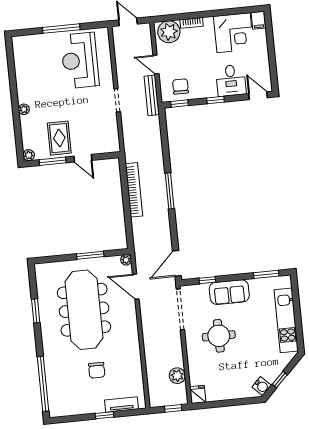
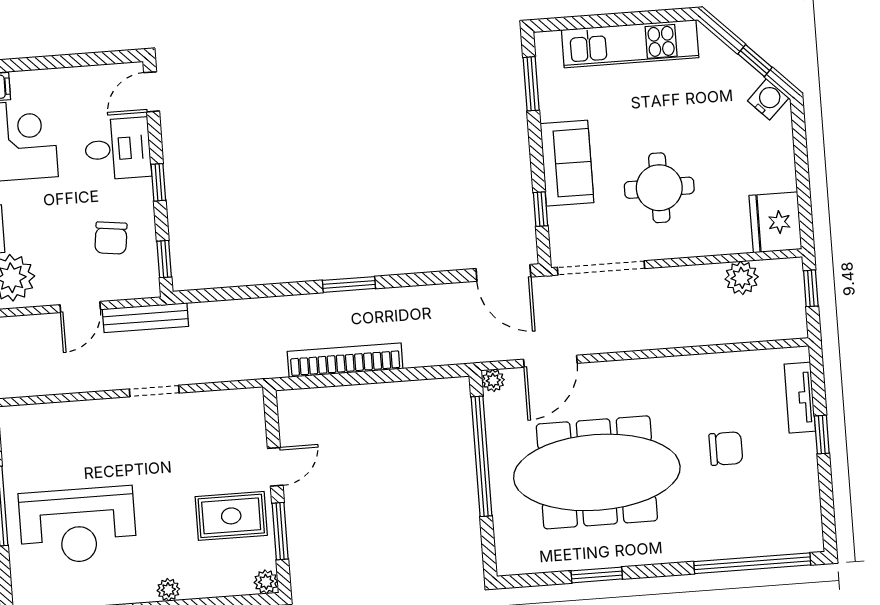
reception desk: (80, 60) -> (78, 525), moved
chair: (180, 86) -> (111, 238), moved, turned -83
window: (170, 191) -> (349, 284), width x0.69
window: (90, 255) -> (482, 456), width x2.11
fridge: (198, 394) -> (775, 222), width x1.88, depth x1.34

